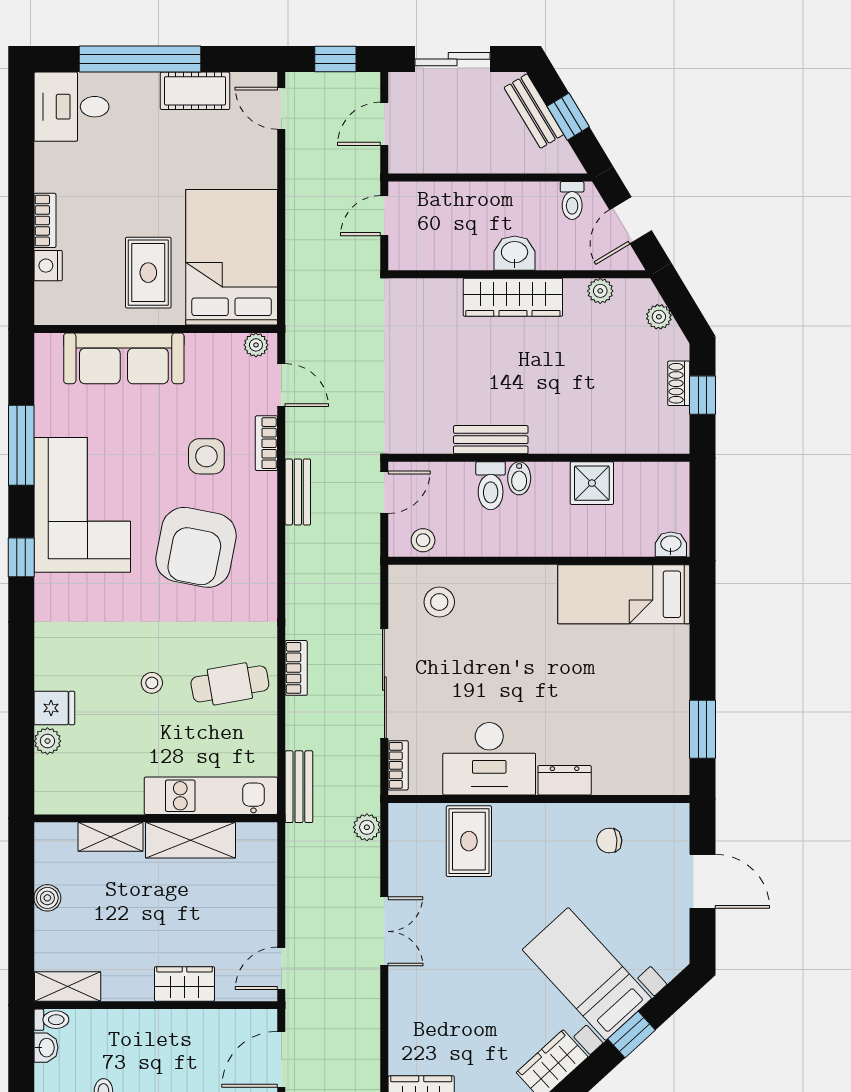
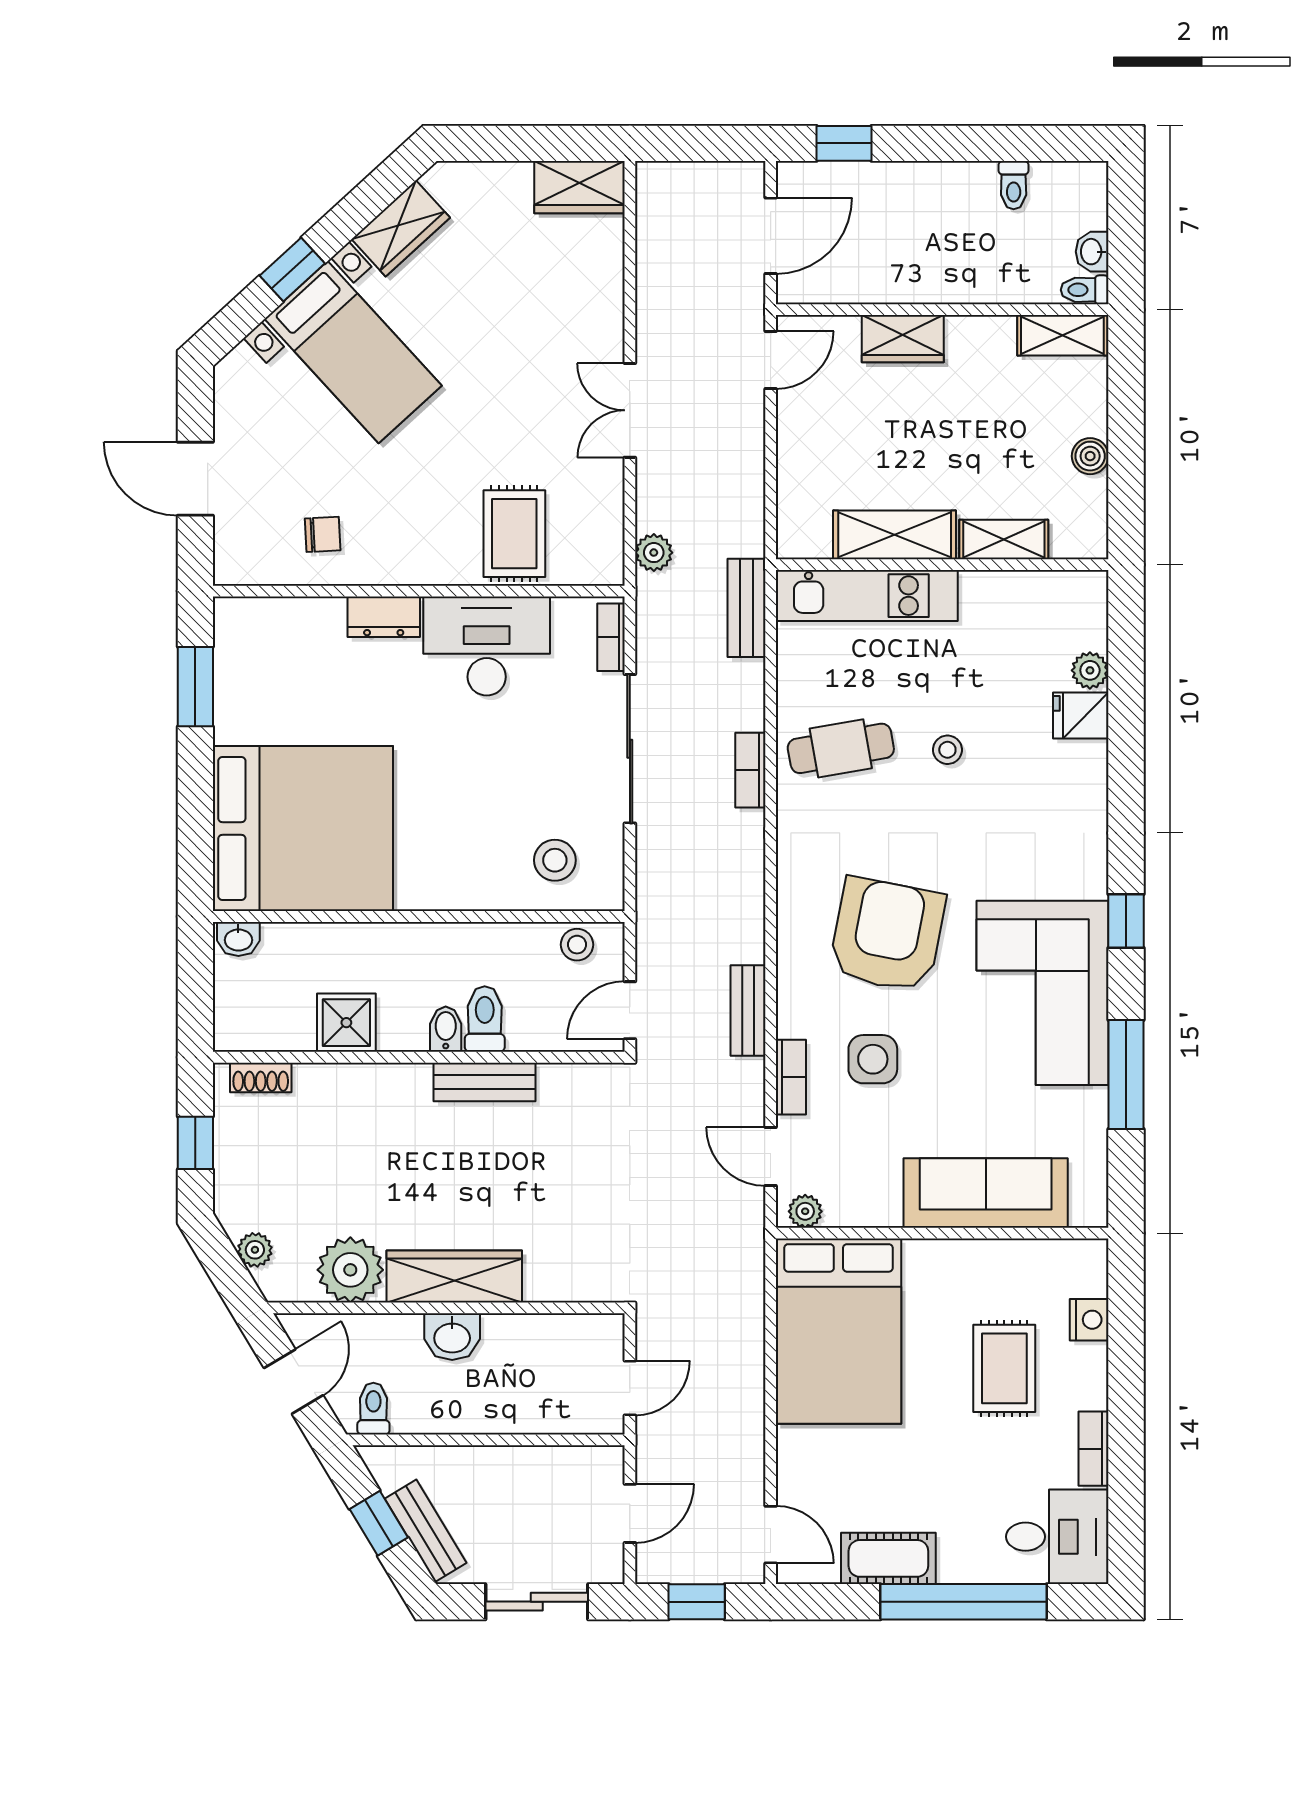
bookcase: (45, 220) -> (1093, 1449), moved
rug: (148, 273) -> (1004, 1368), moved
plant: (600, 291) -> (350, 1270), width x1.87, depth x1.87
shoe rack: (679, 383) -> (261, 1077), moved, turned 90
bed: (624, 594) -> (303, 828), width x2.04

